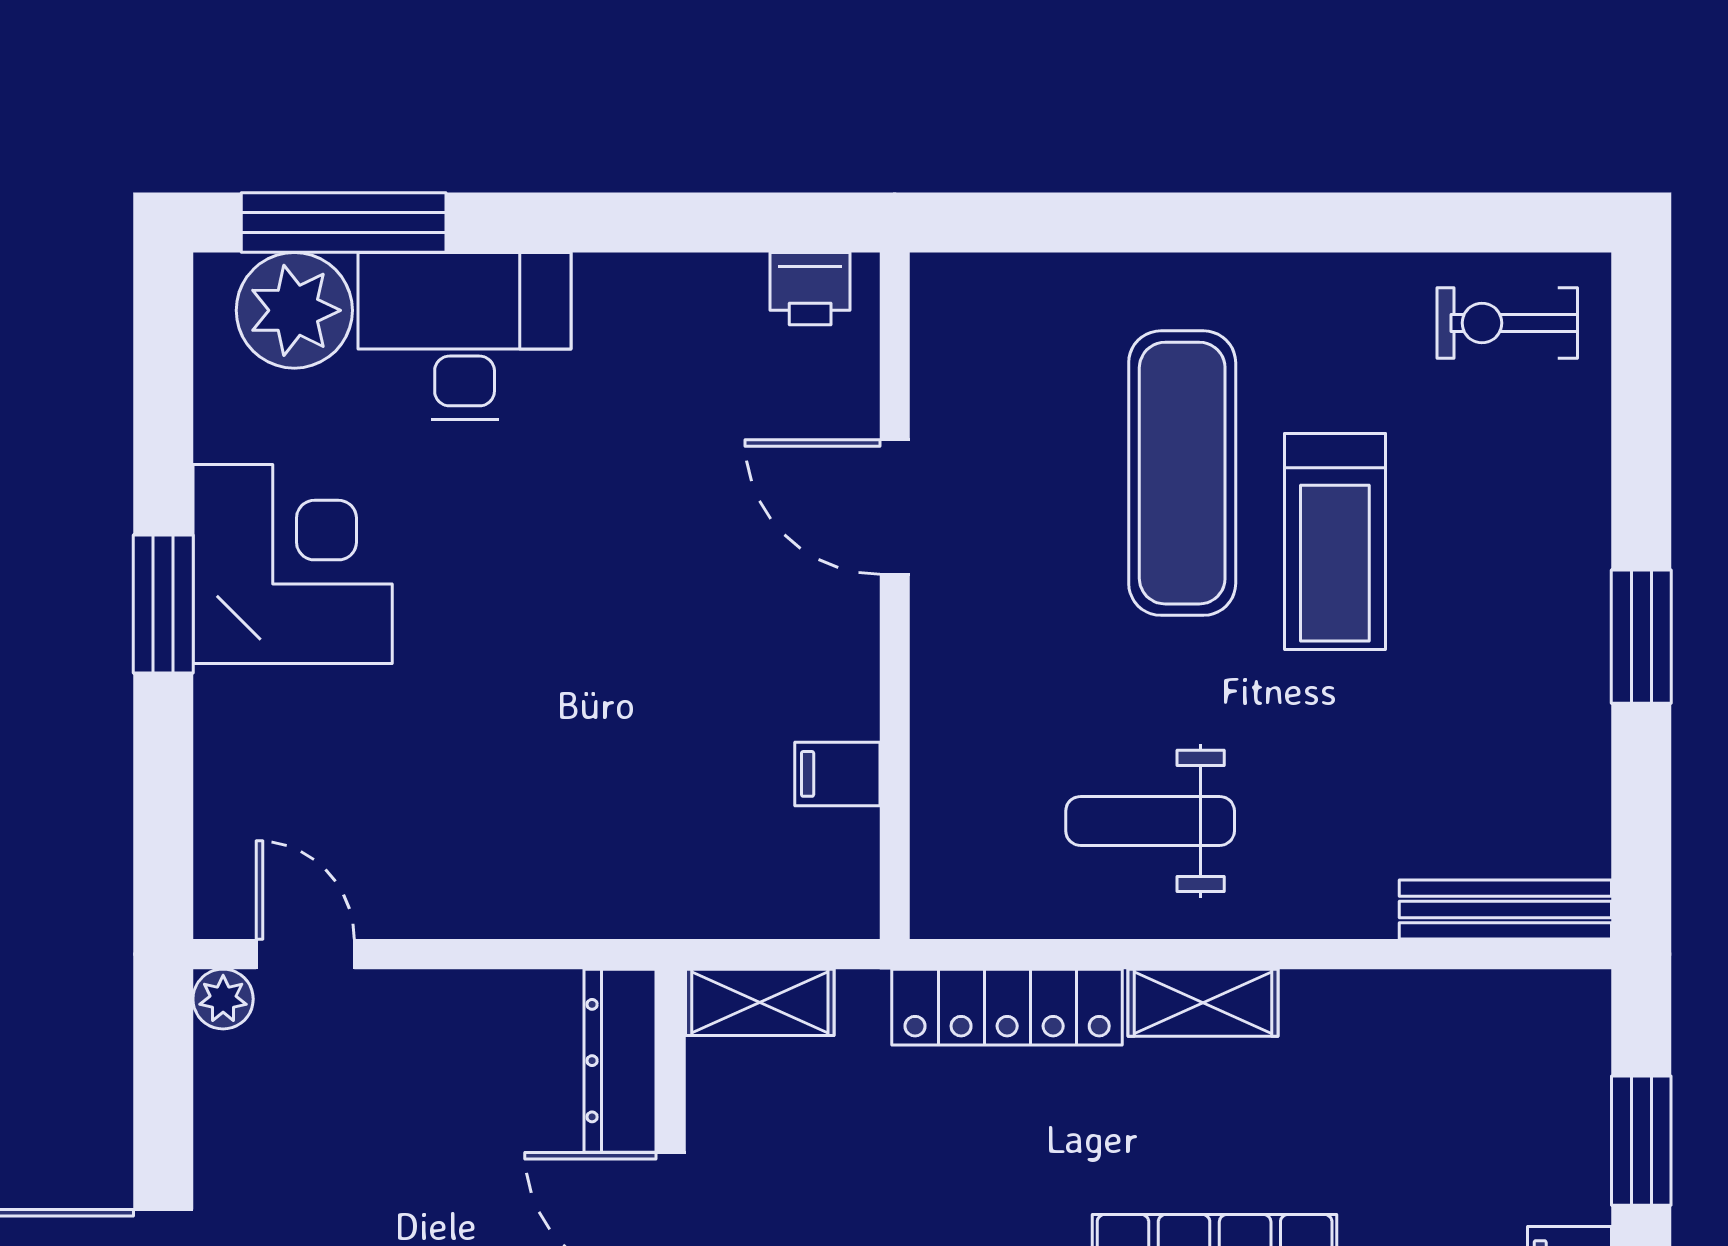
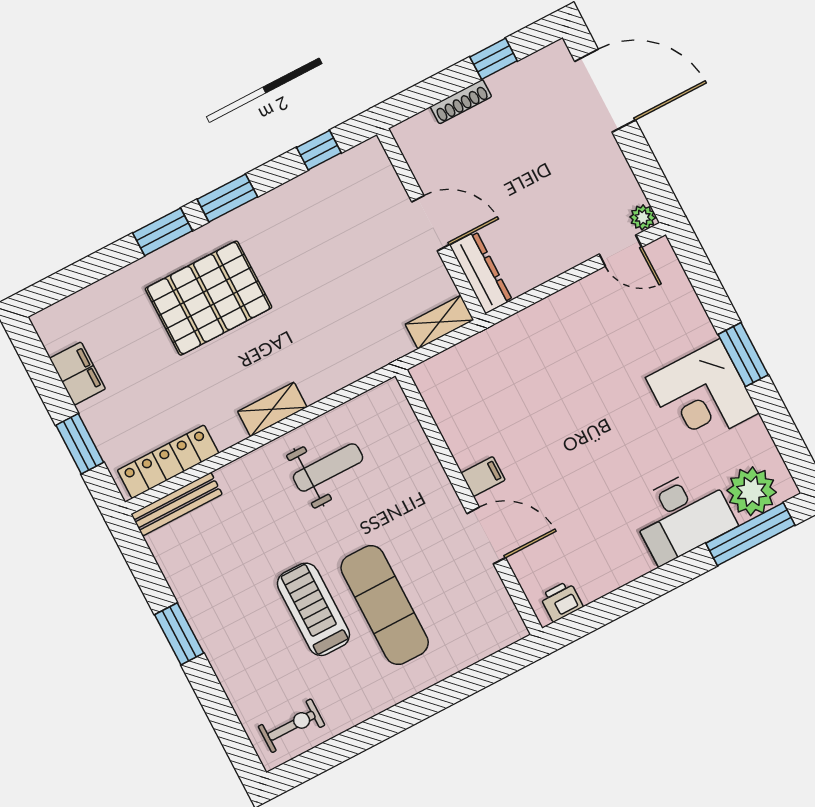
filing cabinet: (837, 774) -> (483, 477), moved
locker: (1007, 1007) -> (168, 462), moved

